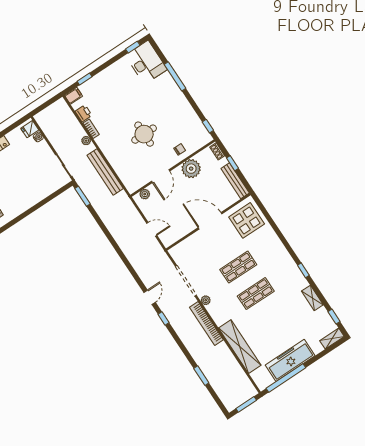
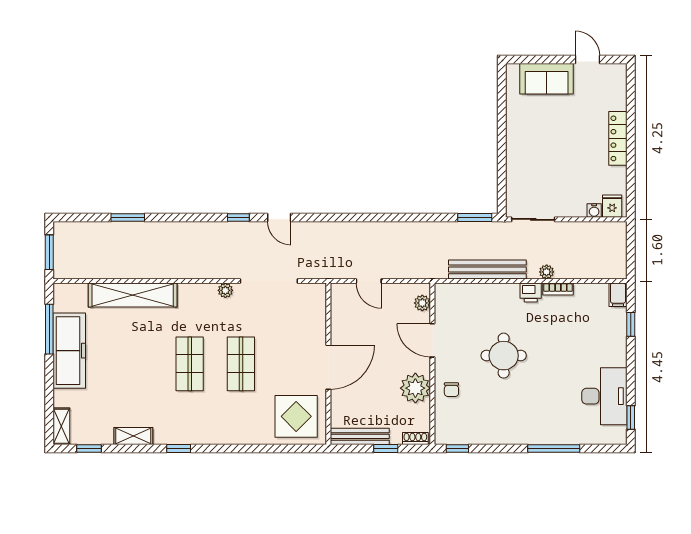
desk: (146, 62) -> (604, 396), moved, turned -90
printer: (84, 113) -> (531, 293), moved
door: (152, 229) -> (369, 281), hinge flipped
bookcase: (206, 324) -> (193, 271), removed
window: (286, 378) -> (49, 329), width x0.68

